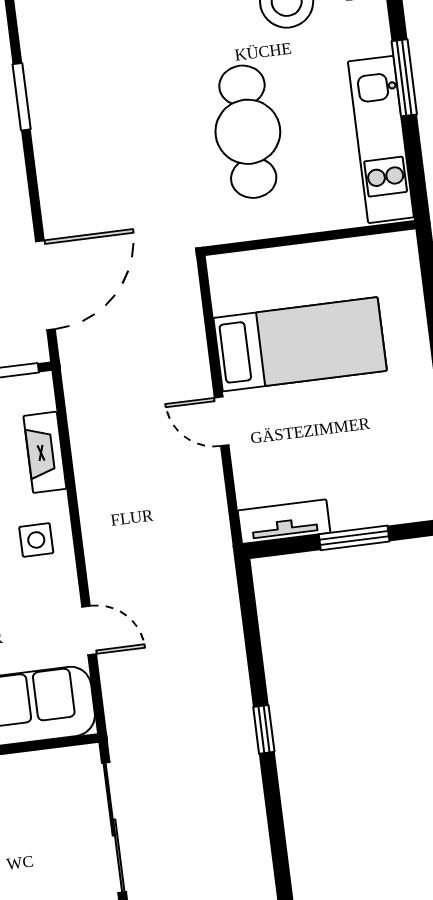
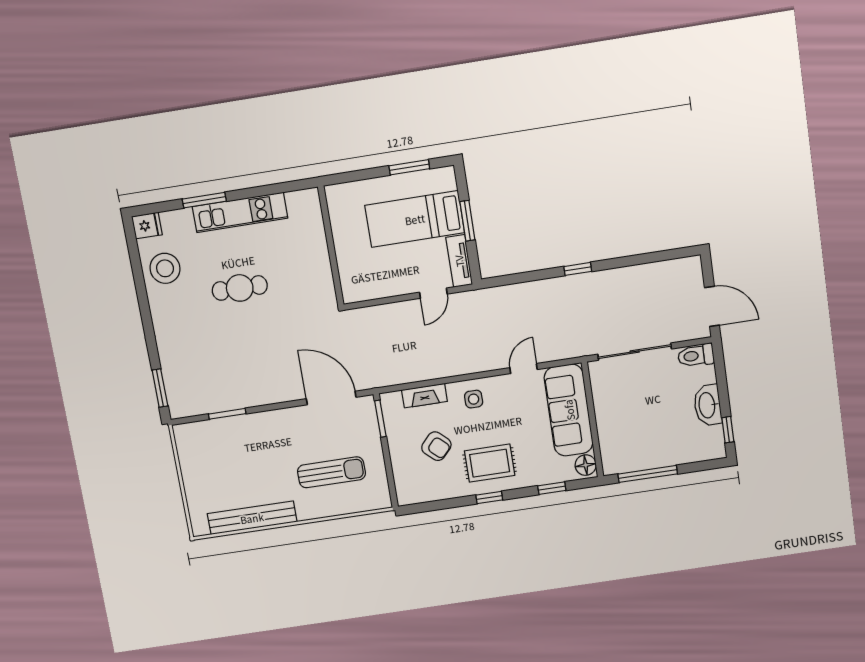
cafe table: (248, 132) -> (240, 288), width x0.73, depth x0.74
wall: (310, 238) -> (331, 246), moved
bed: (300, 344) -> (415, 219), moved, turned -90
door: (222, 421) -> (433, 293), moved

